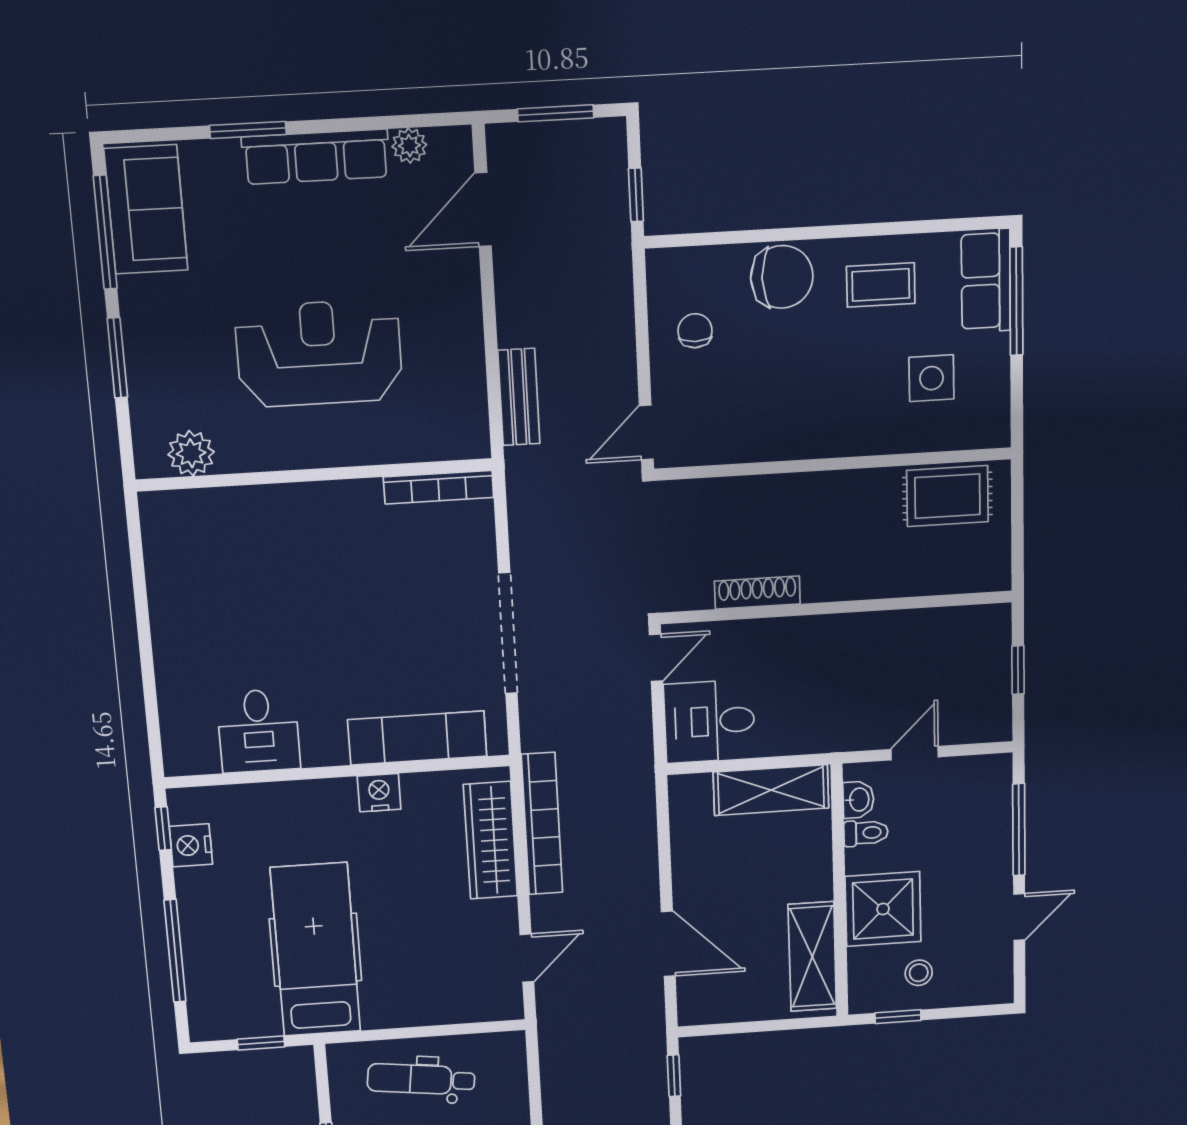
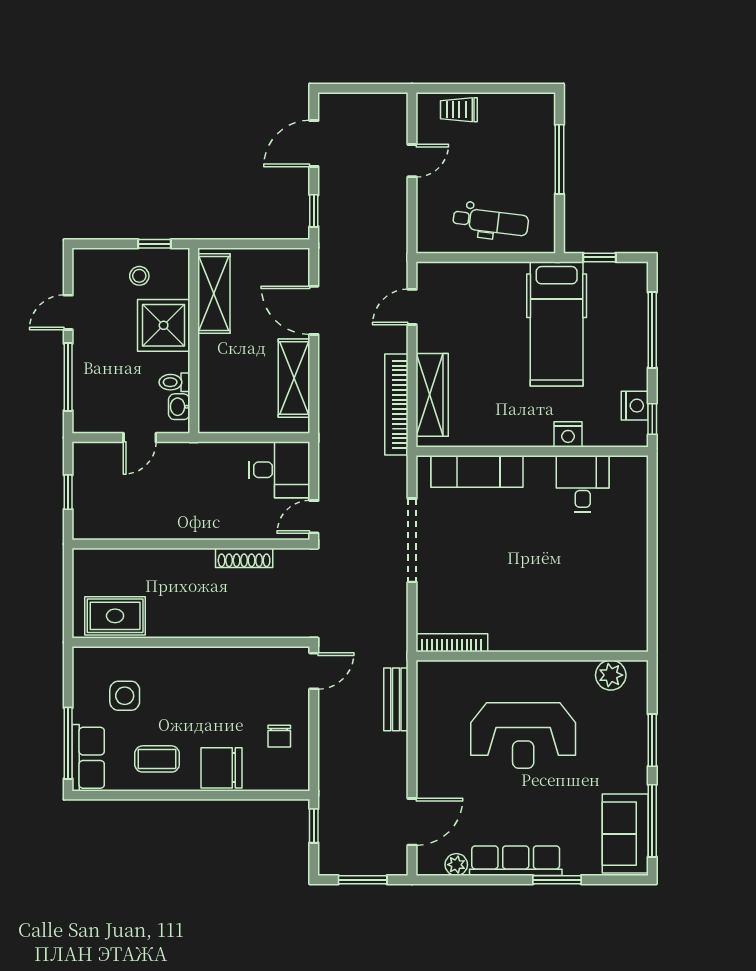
shelving: (771, 790) -> (294, 378), moved, turned 90
nightstand: (379, 793) -> (568, 434), moved

